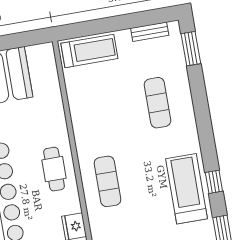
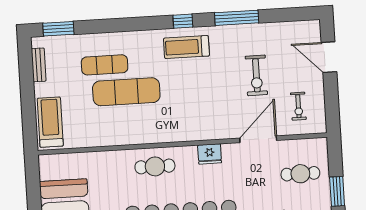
exercise mat: (107, 181) -> (126, 92), moved, width x1.36, depth x1.45
treadmill: (186, 189) -> (186, 47), width x0.73, depth x0.73

